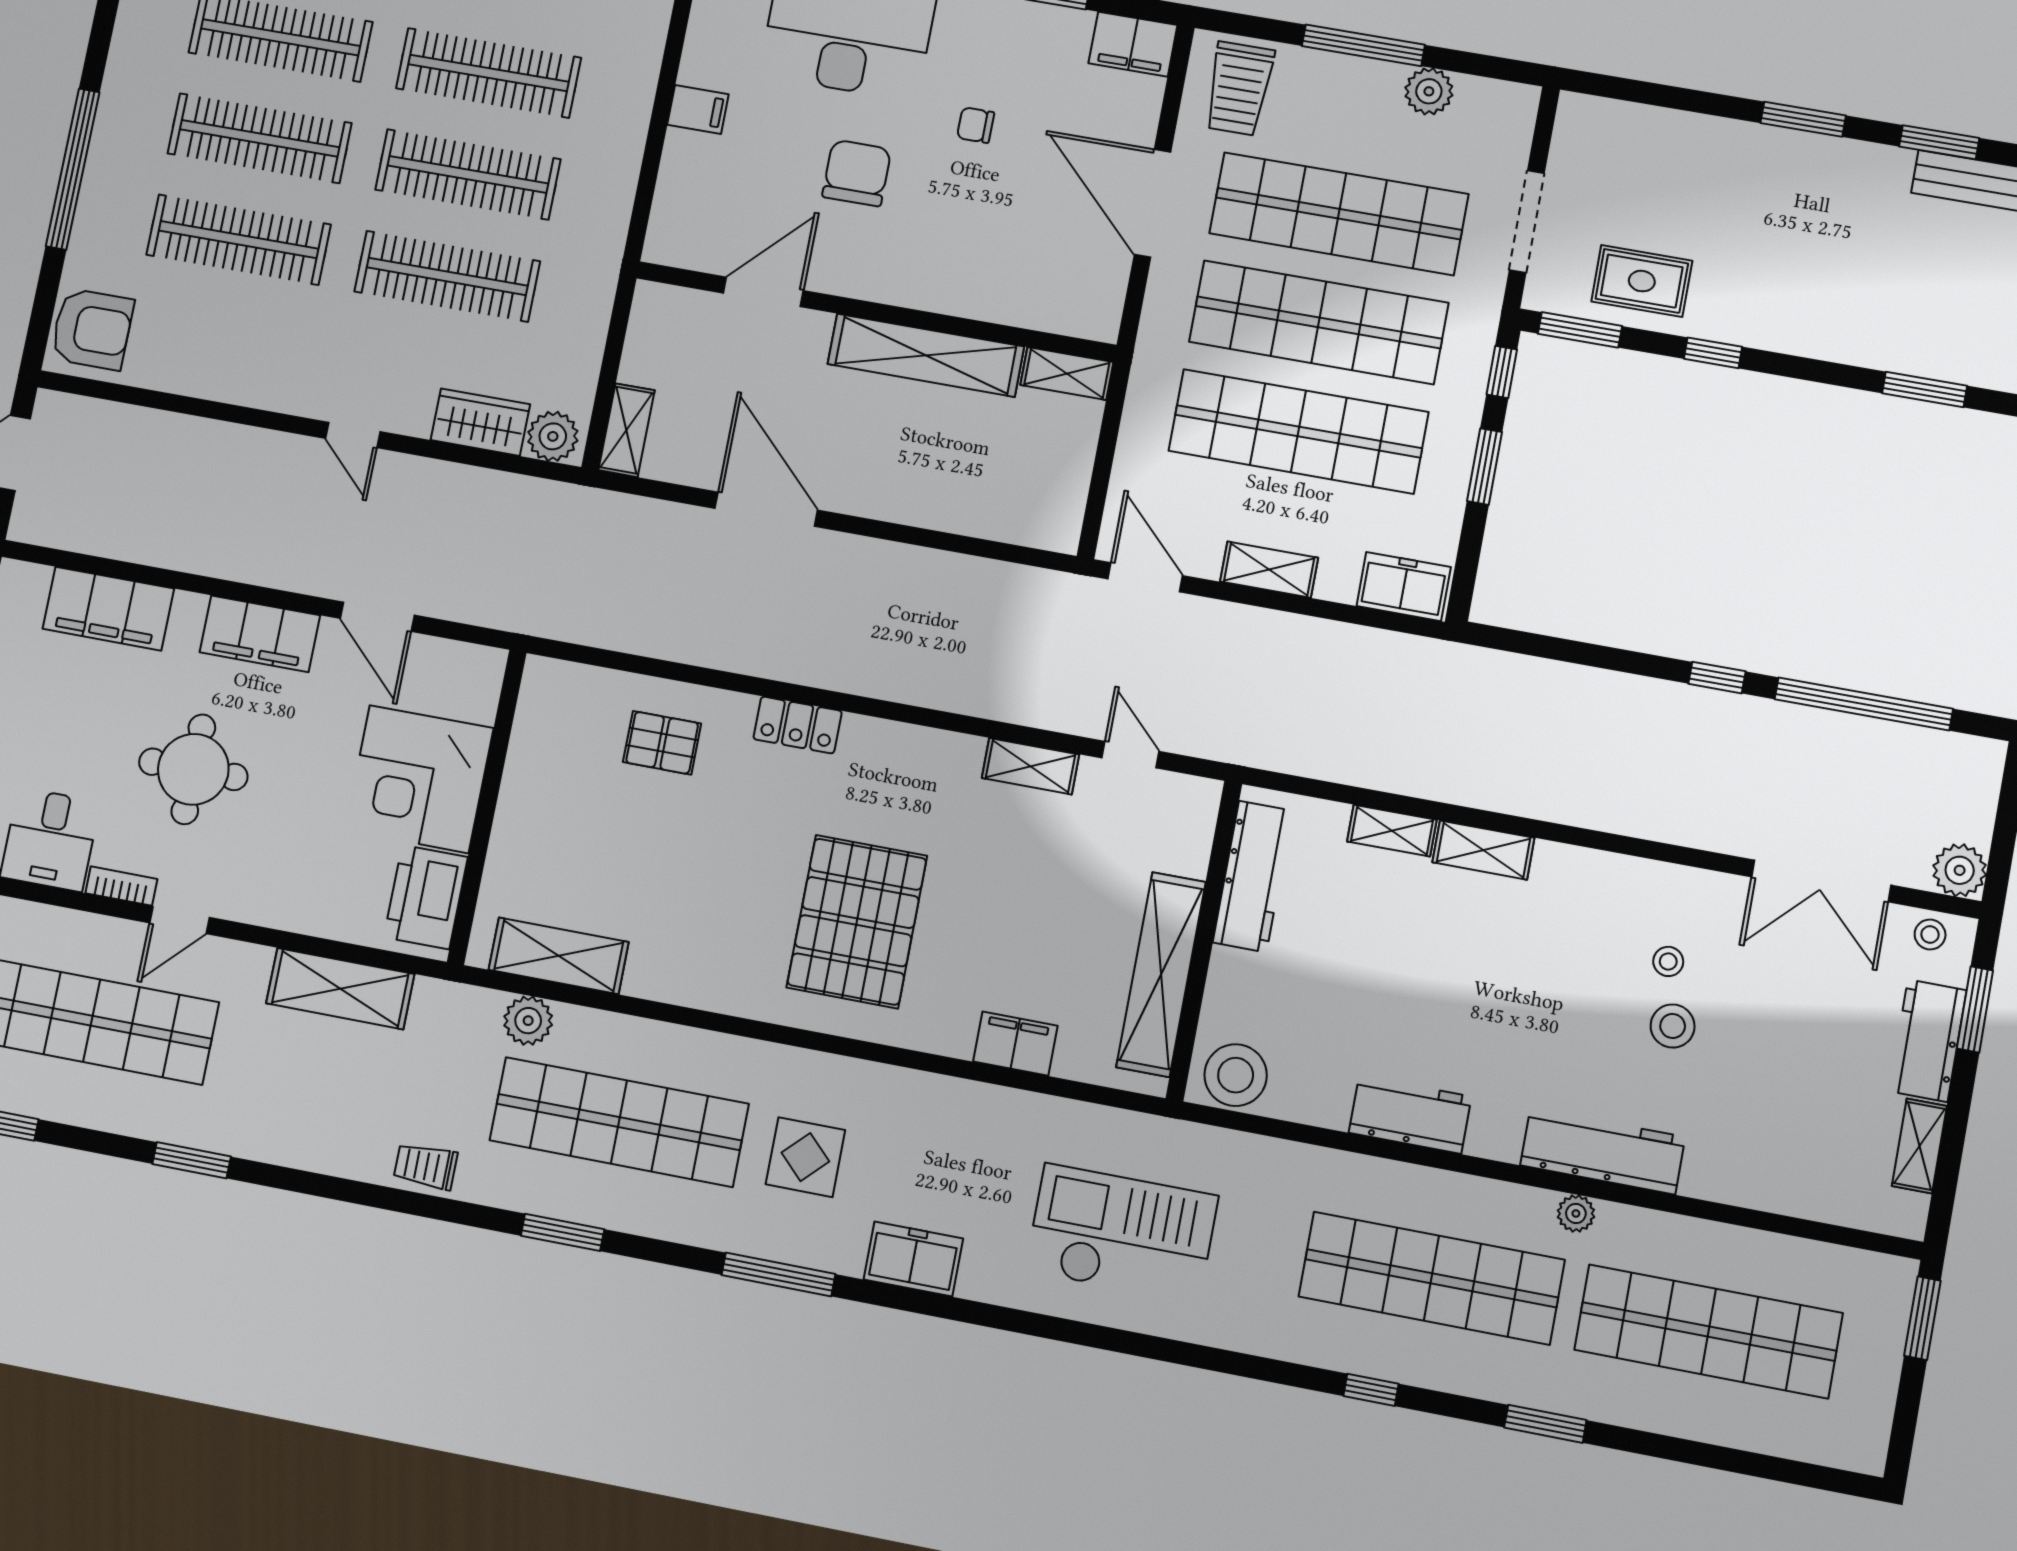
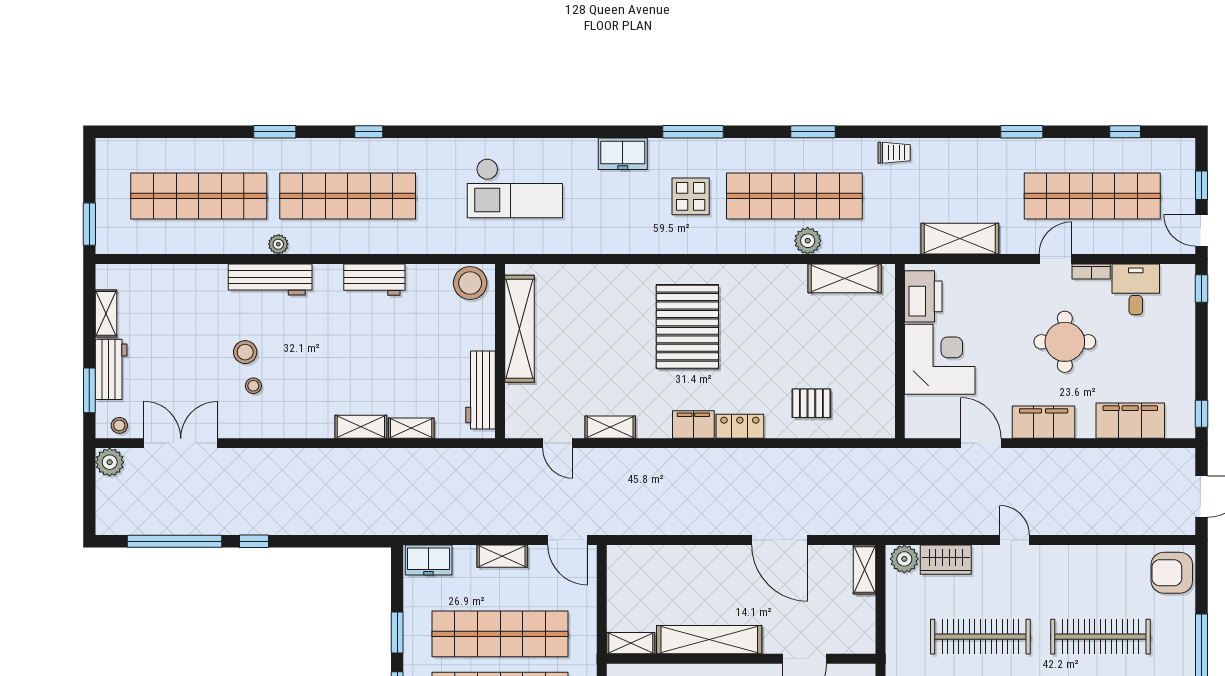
plant: (528, 1021) -> (808, 241), moved
filing cabinet: (1015, 1044) -> (693, 424), moved, turned 180

